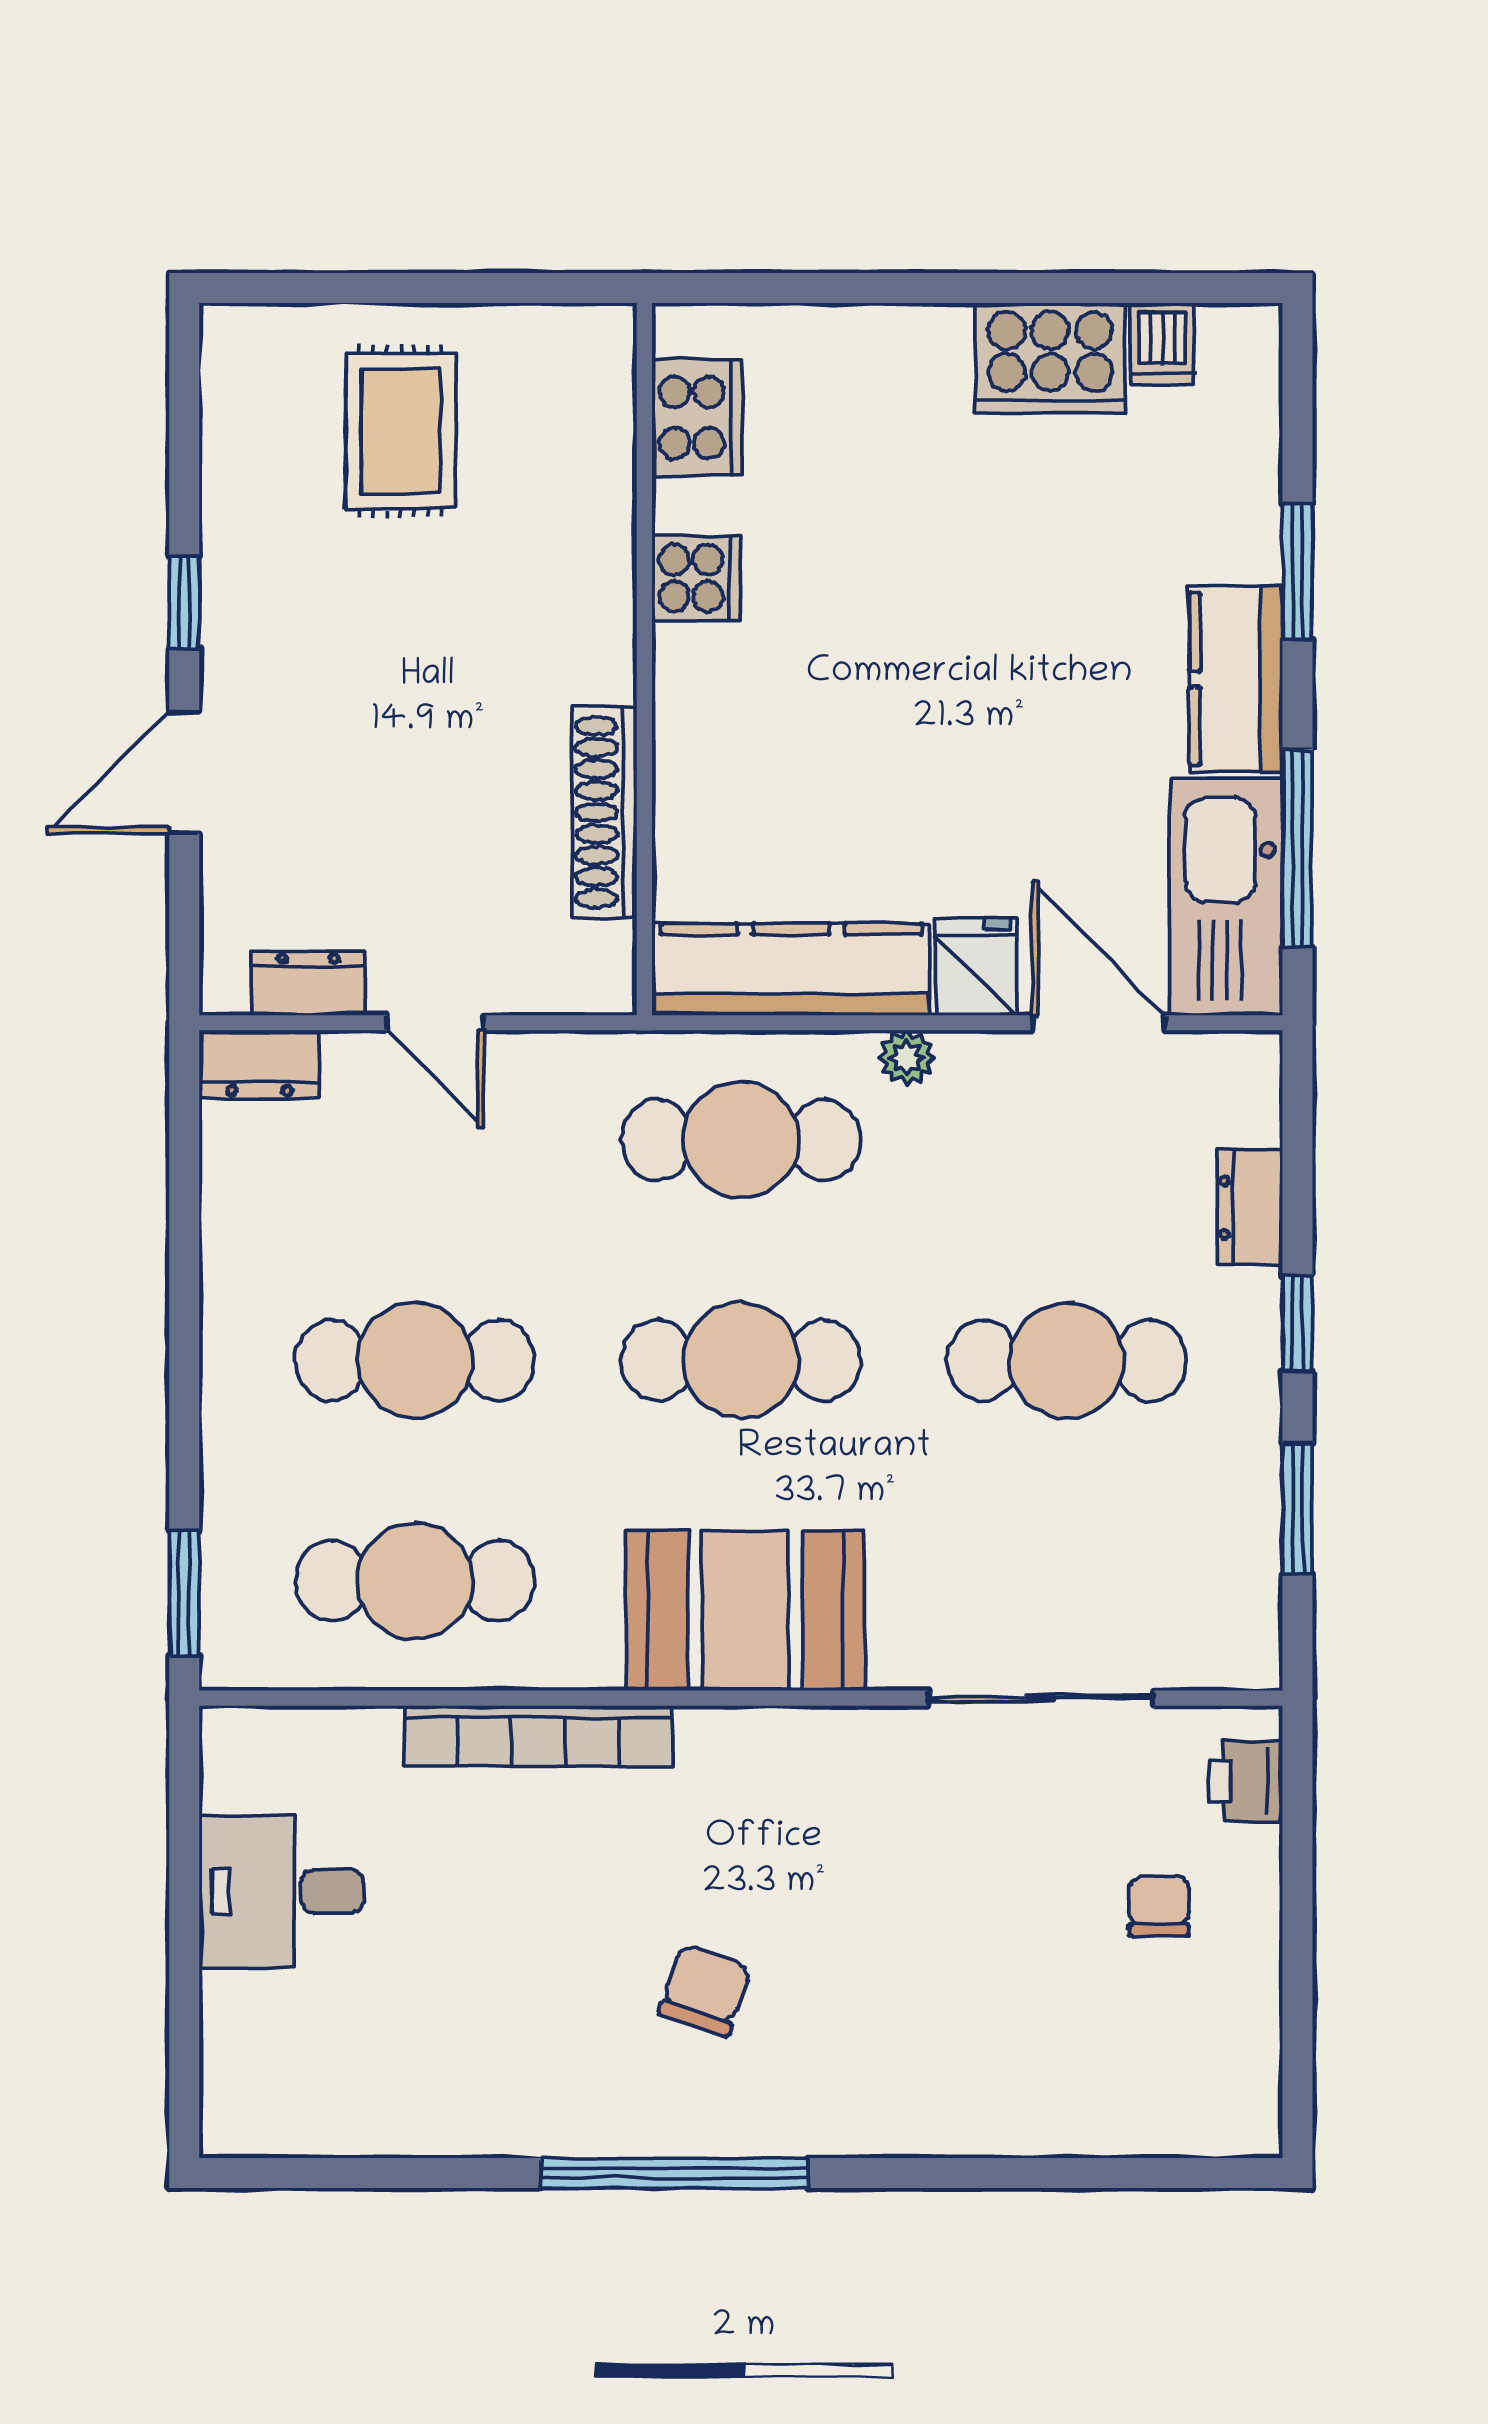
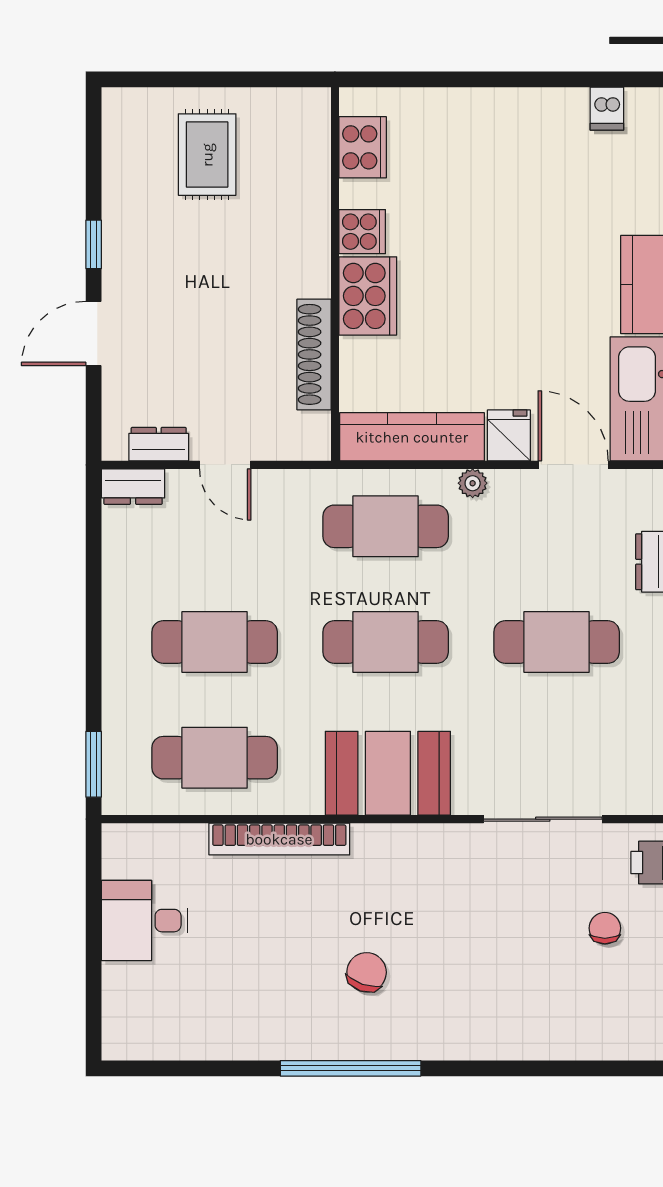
cooker: (1050, 358) -> (368, 296), moved, turned -90

